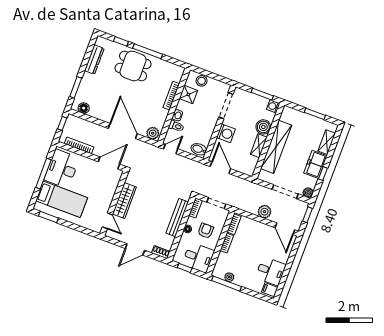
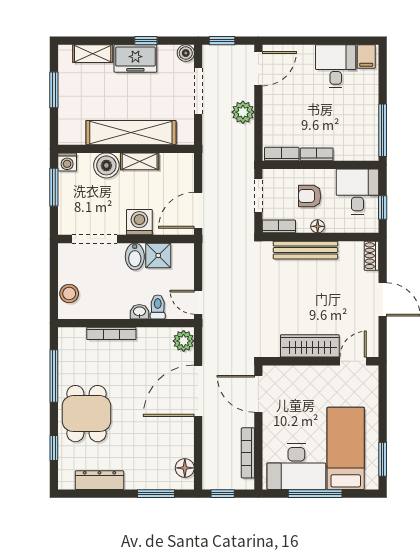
window: (148, 51) -> (54, 376), moved
shower: (188, 94) -> (158, 255), moved
bidet: (199, 149) -> (135, 257), moved
plant: (229, 277) -> (370, 130), removed

